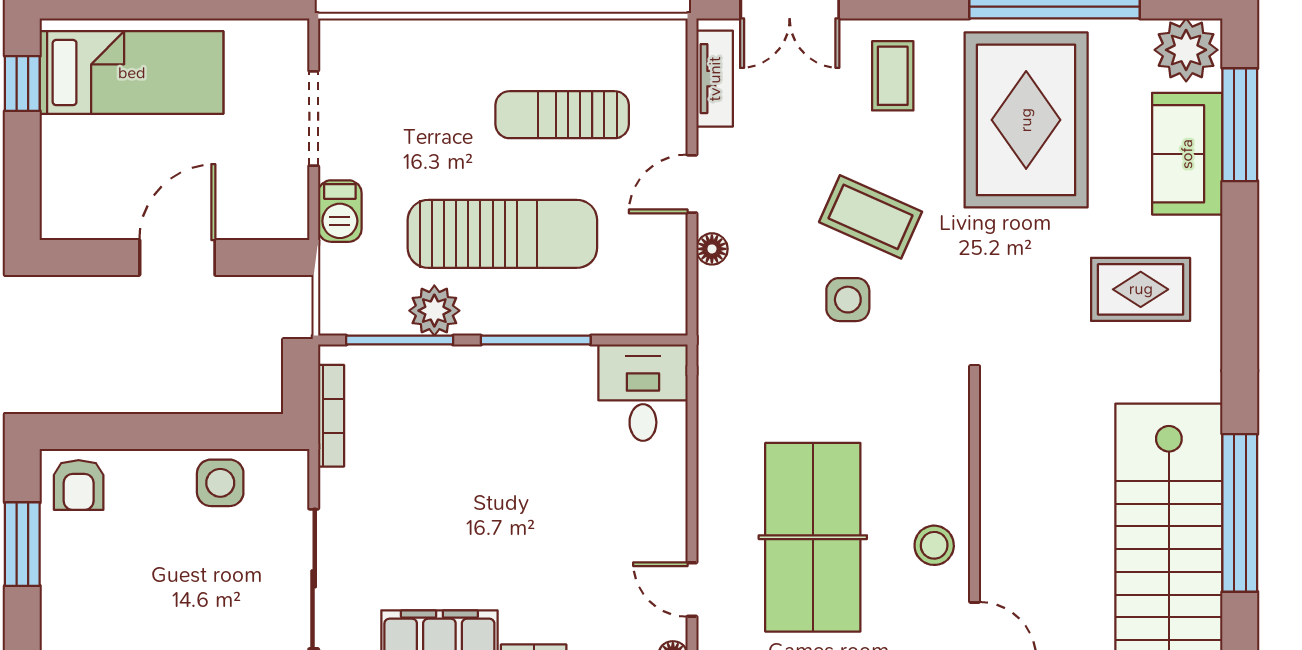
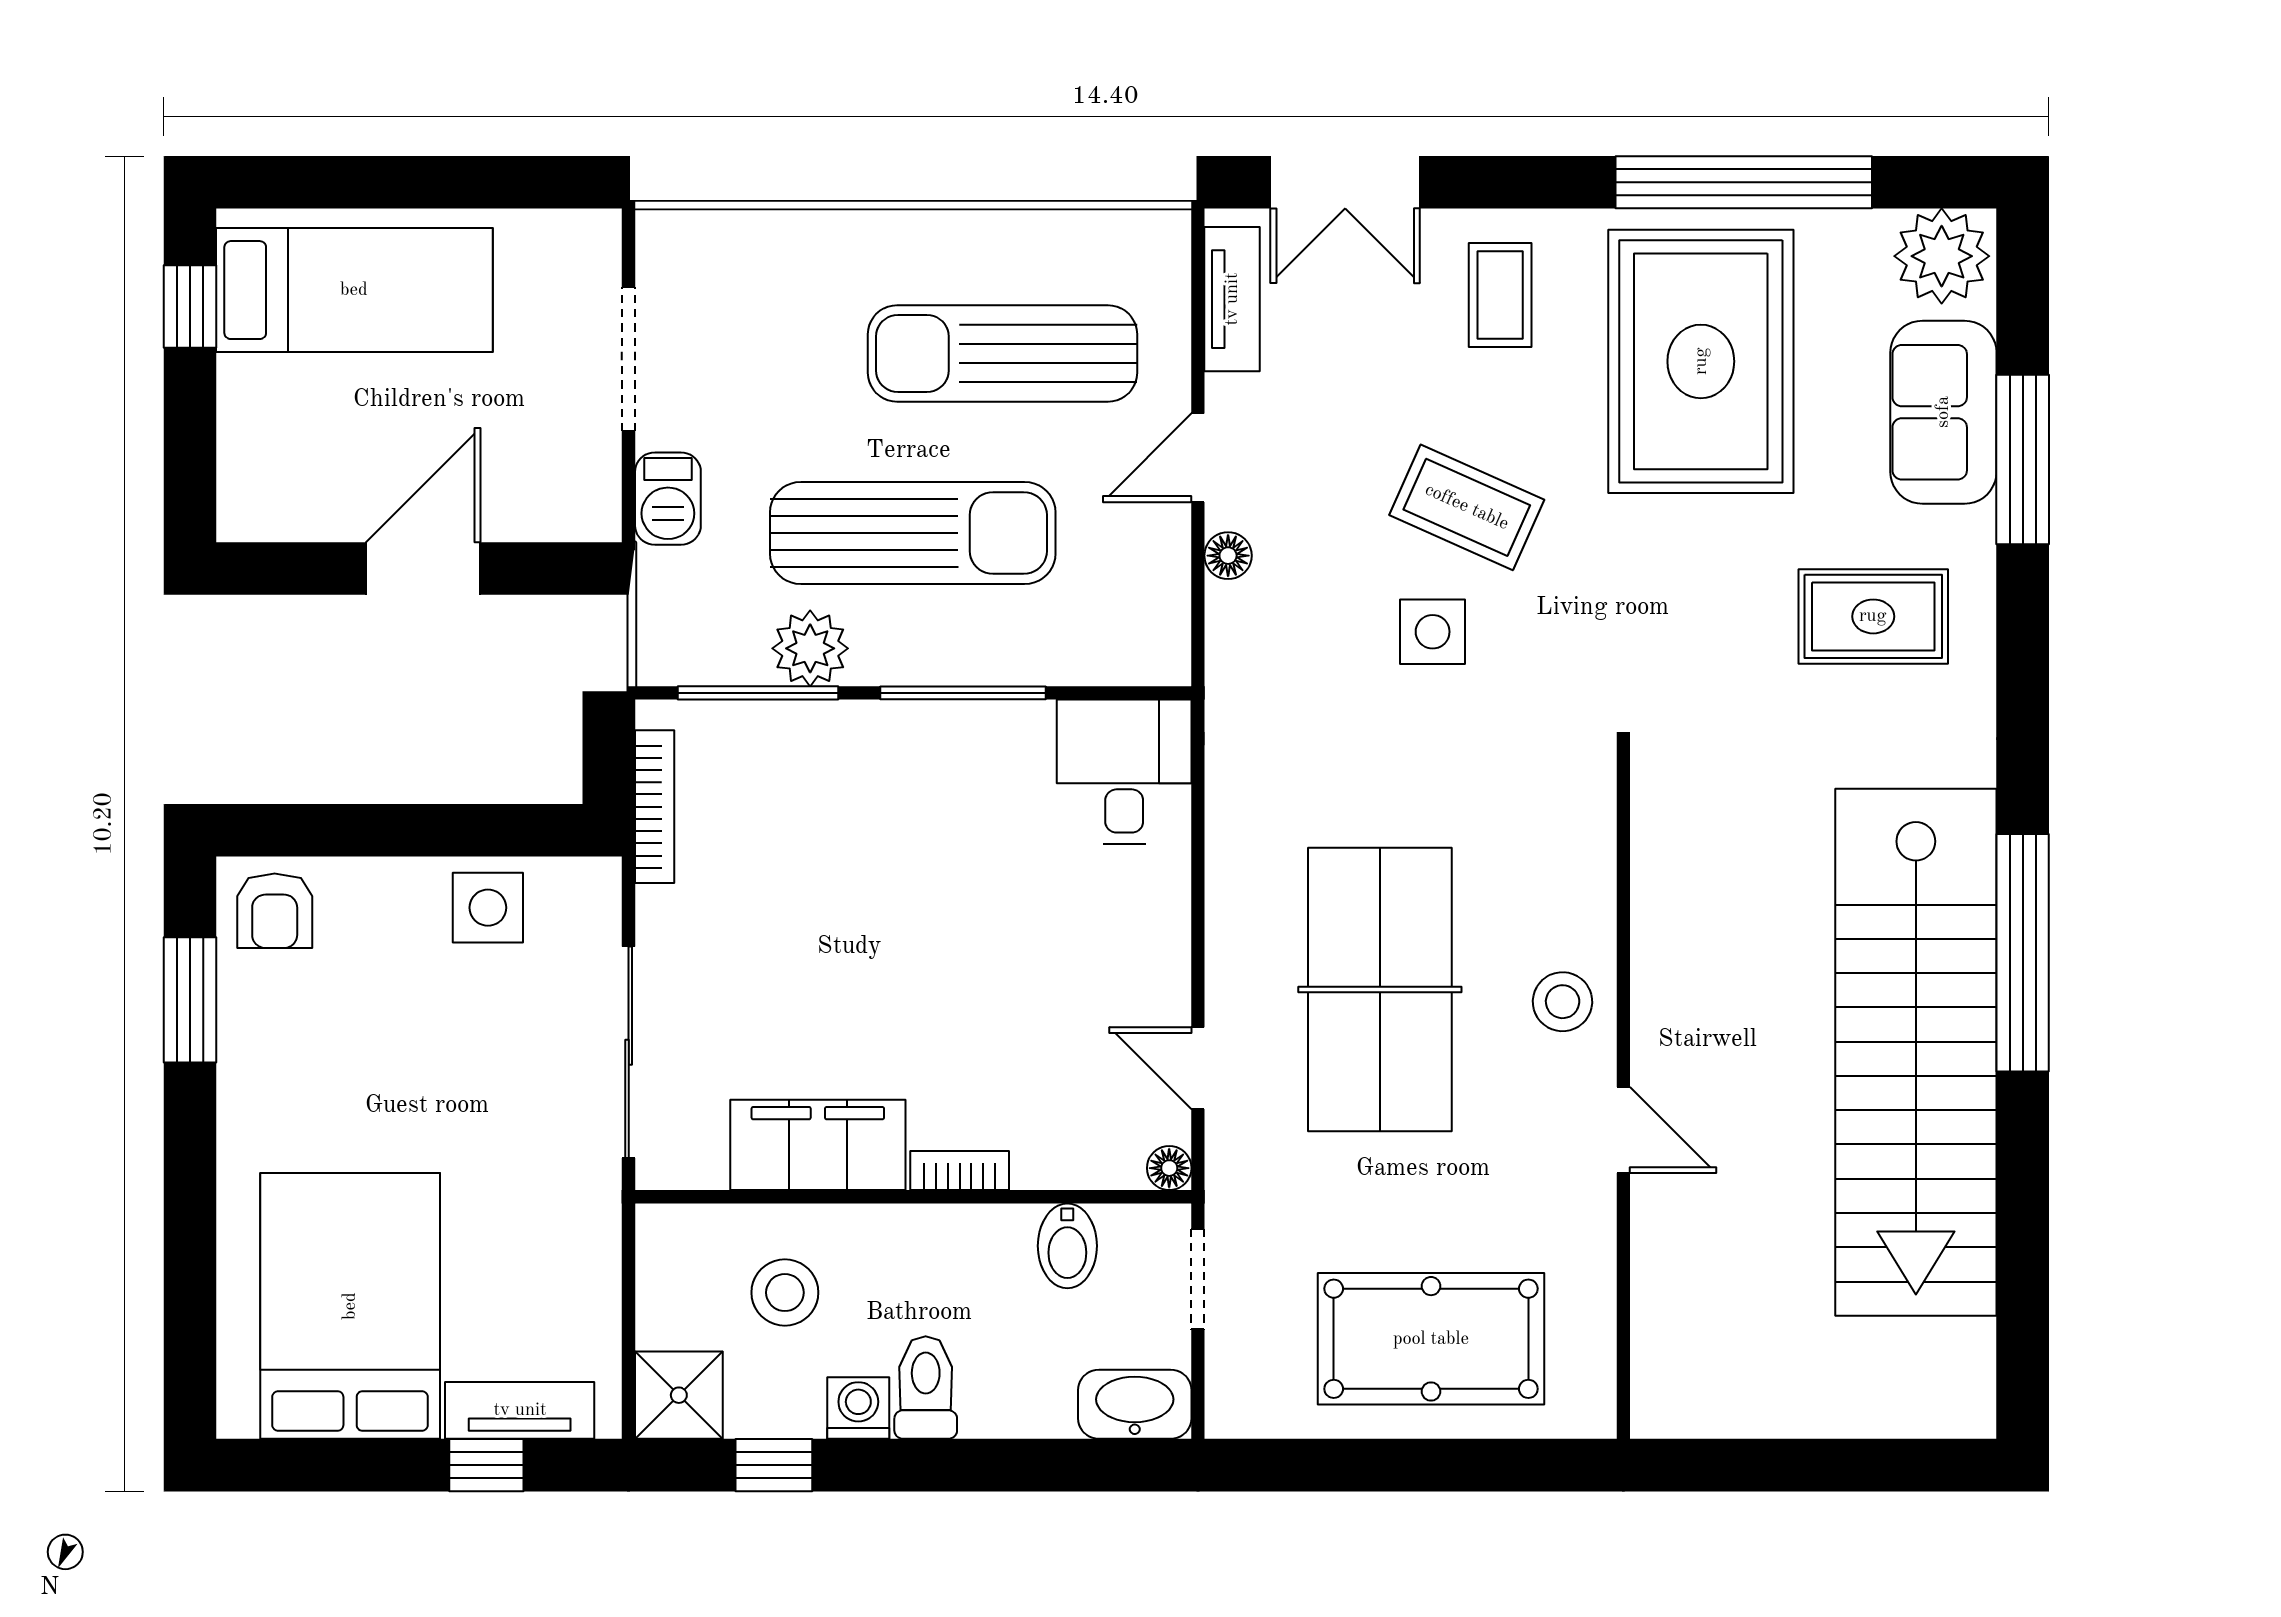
sun lounger: (562, 115) -> (1003, 353), width x1.36, depth x1.34
window: (1240, 125) -> (2023, 459), moved

